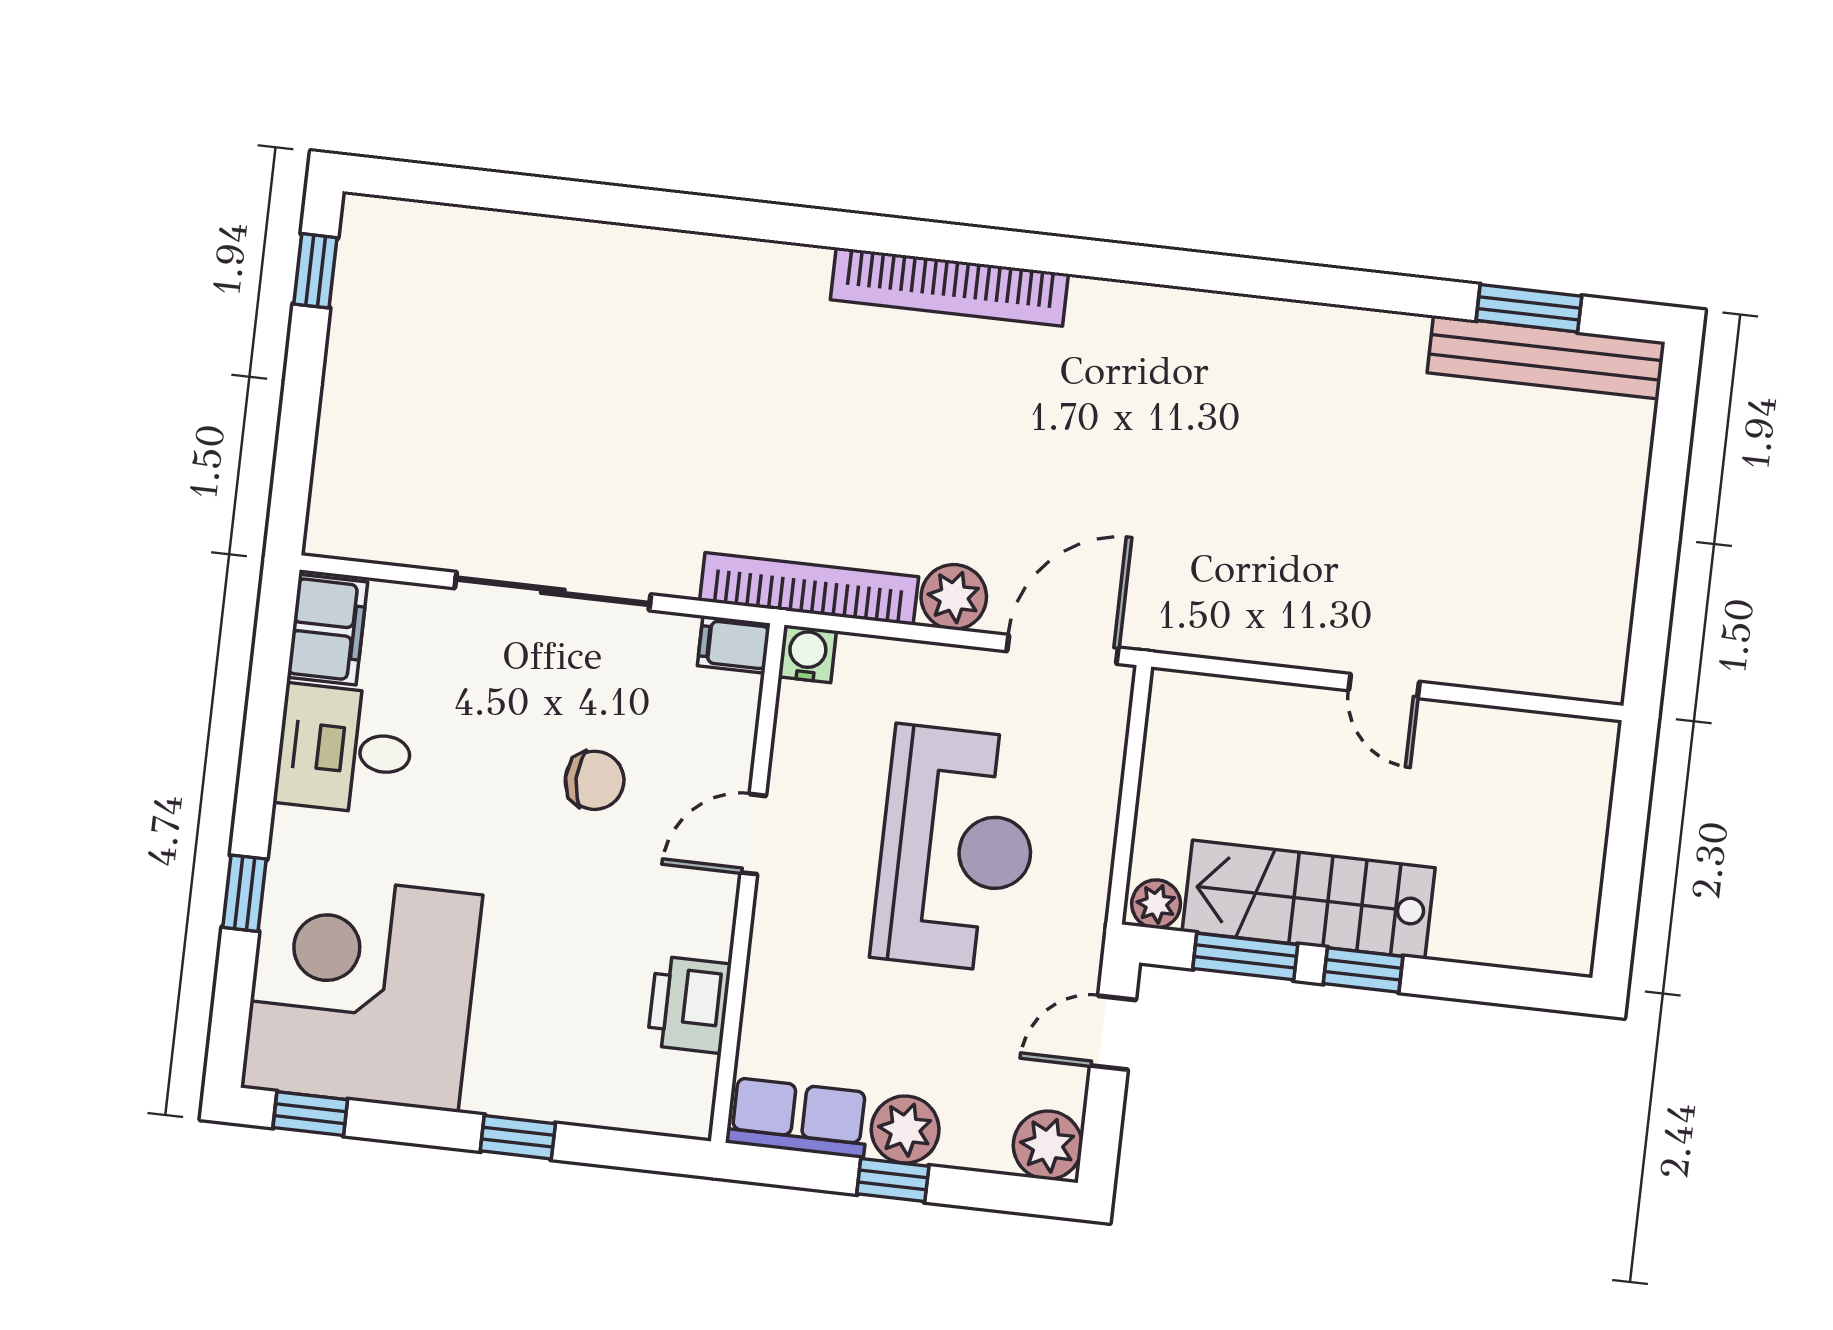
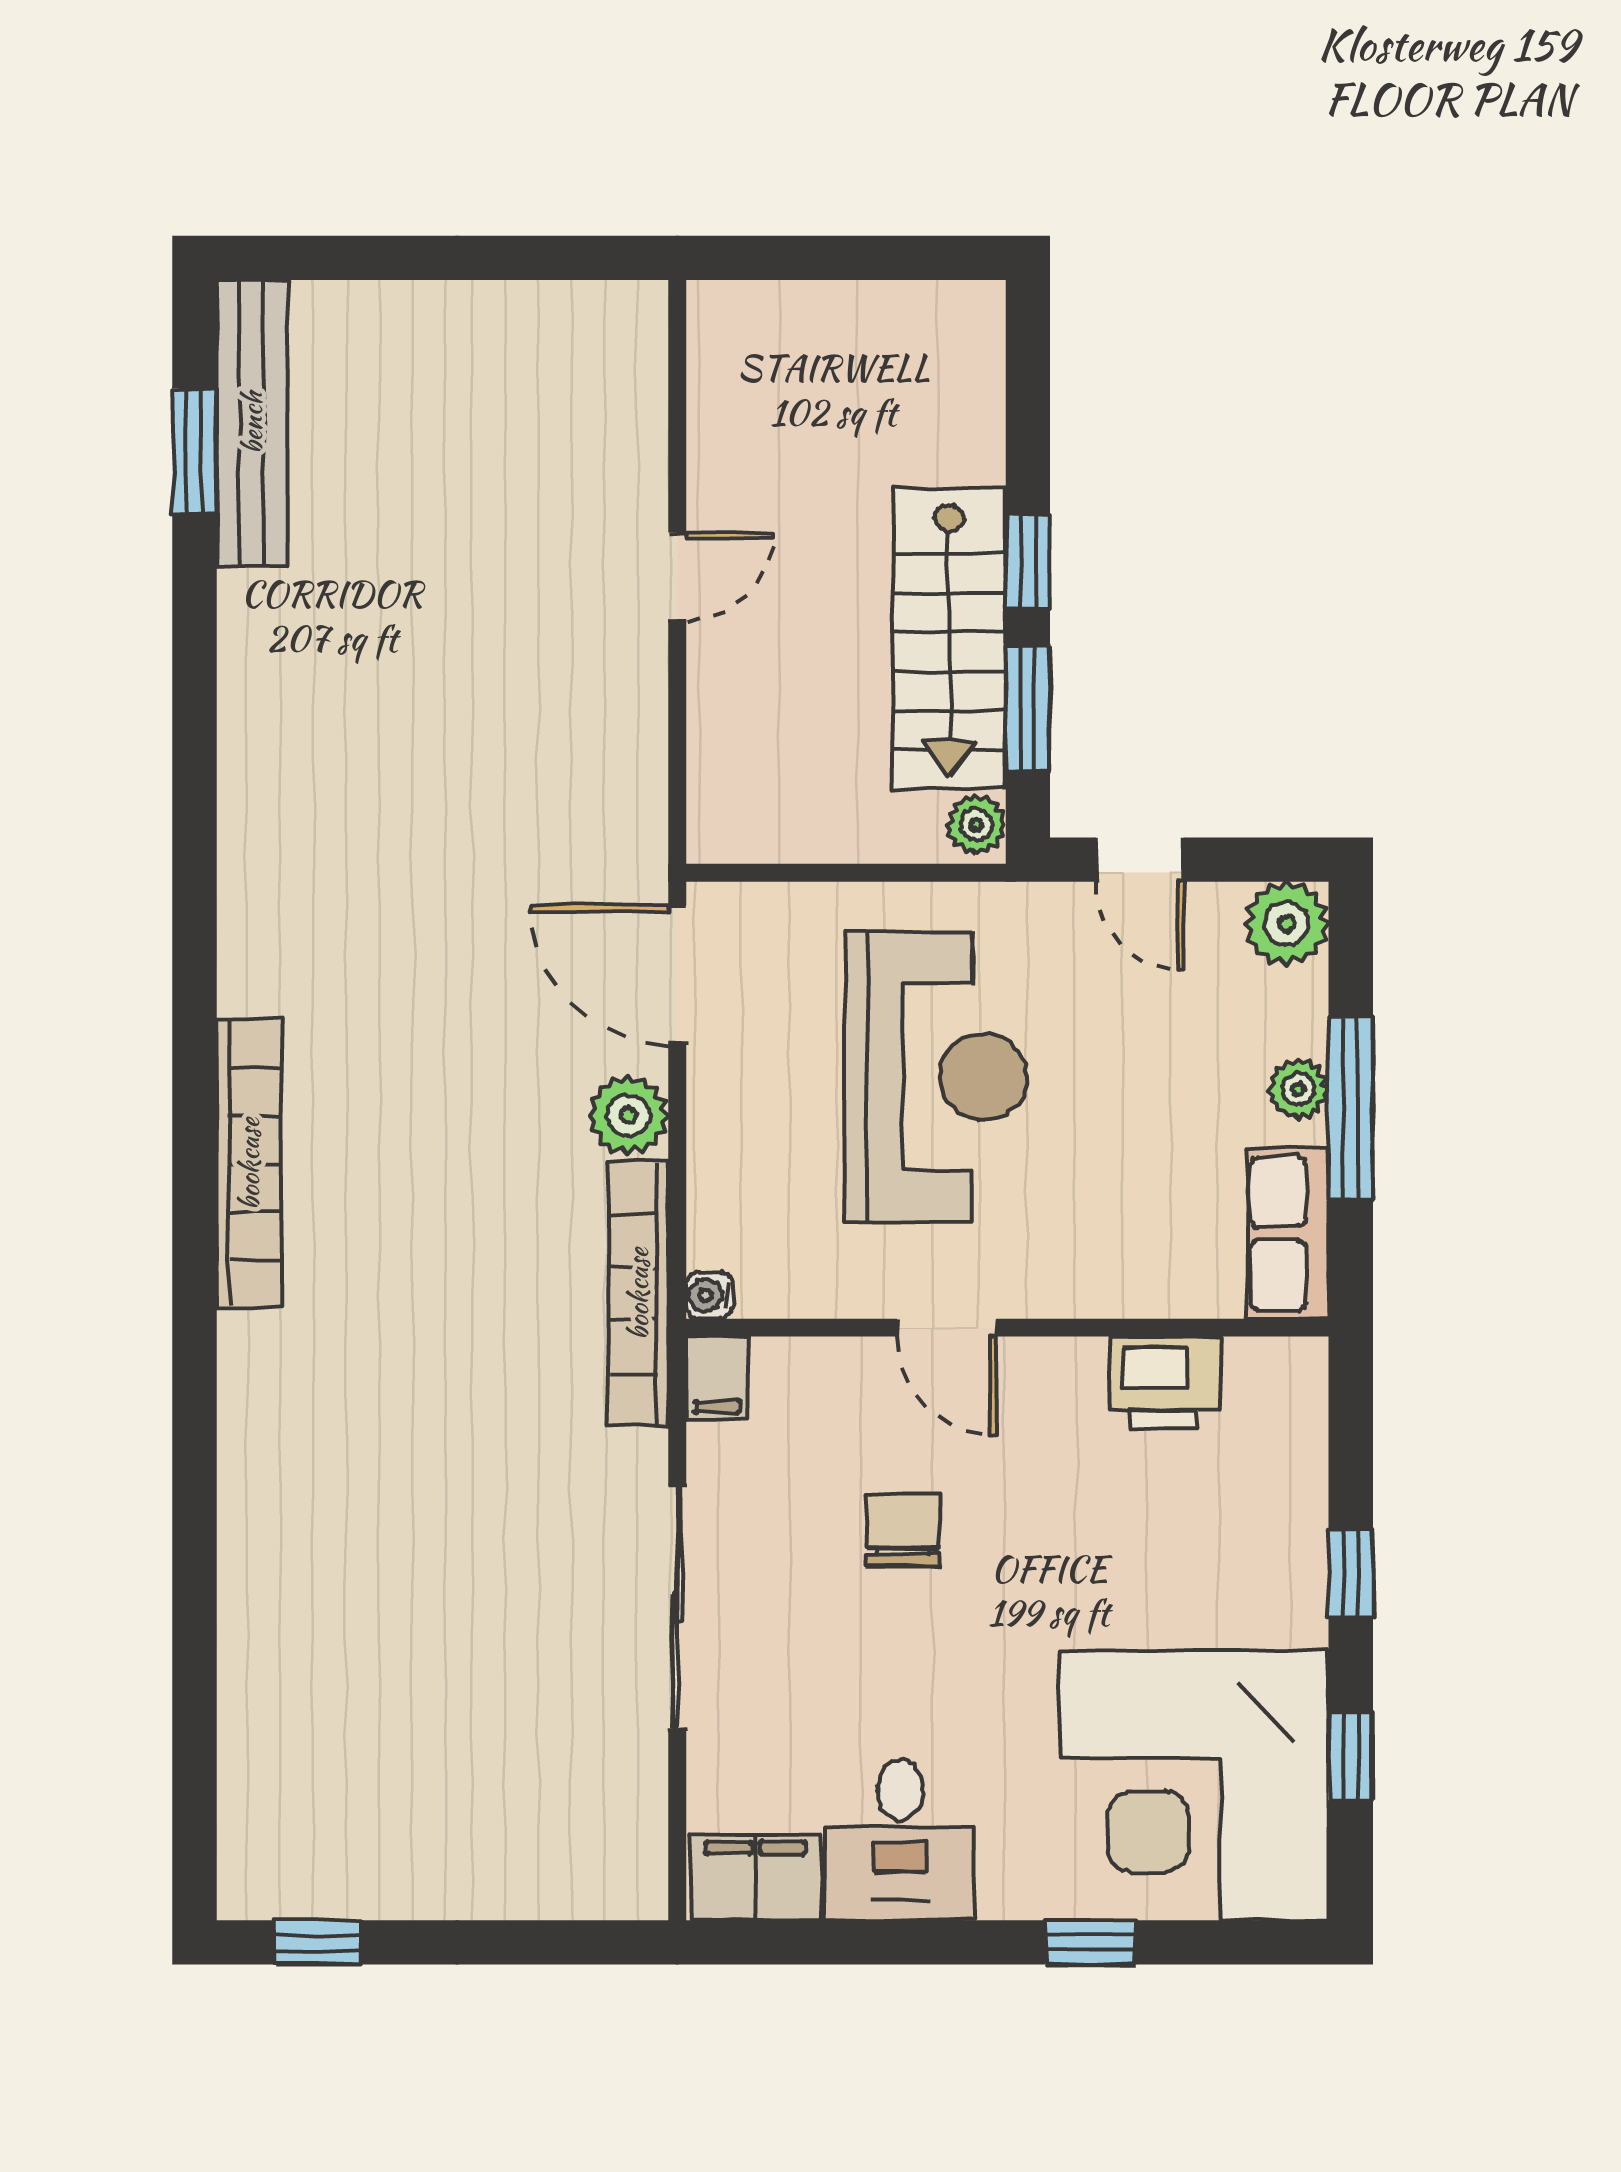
water cooler: (807, 654) -> (709, 1295), width x0.72, depth x0.72
reception desk: (956, 849) -> (936, 1077), turned 90
window: (310, 1114) -> (1351, 1756), moved
plant: (905, 1129) -> (1299, 1089), width x0.73, depth x0.73
window: (893, 1180) -> (1351, 1109), width x2.17

